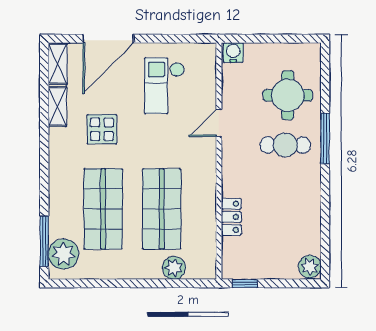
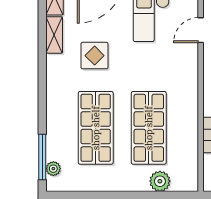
door: (219, 123) -> (201, 30), moved
plant: (63, 254) -> (53, 169), width x0.53, depth x0.53

